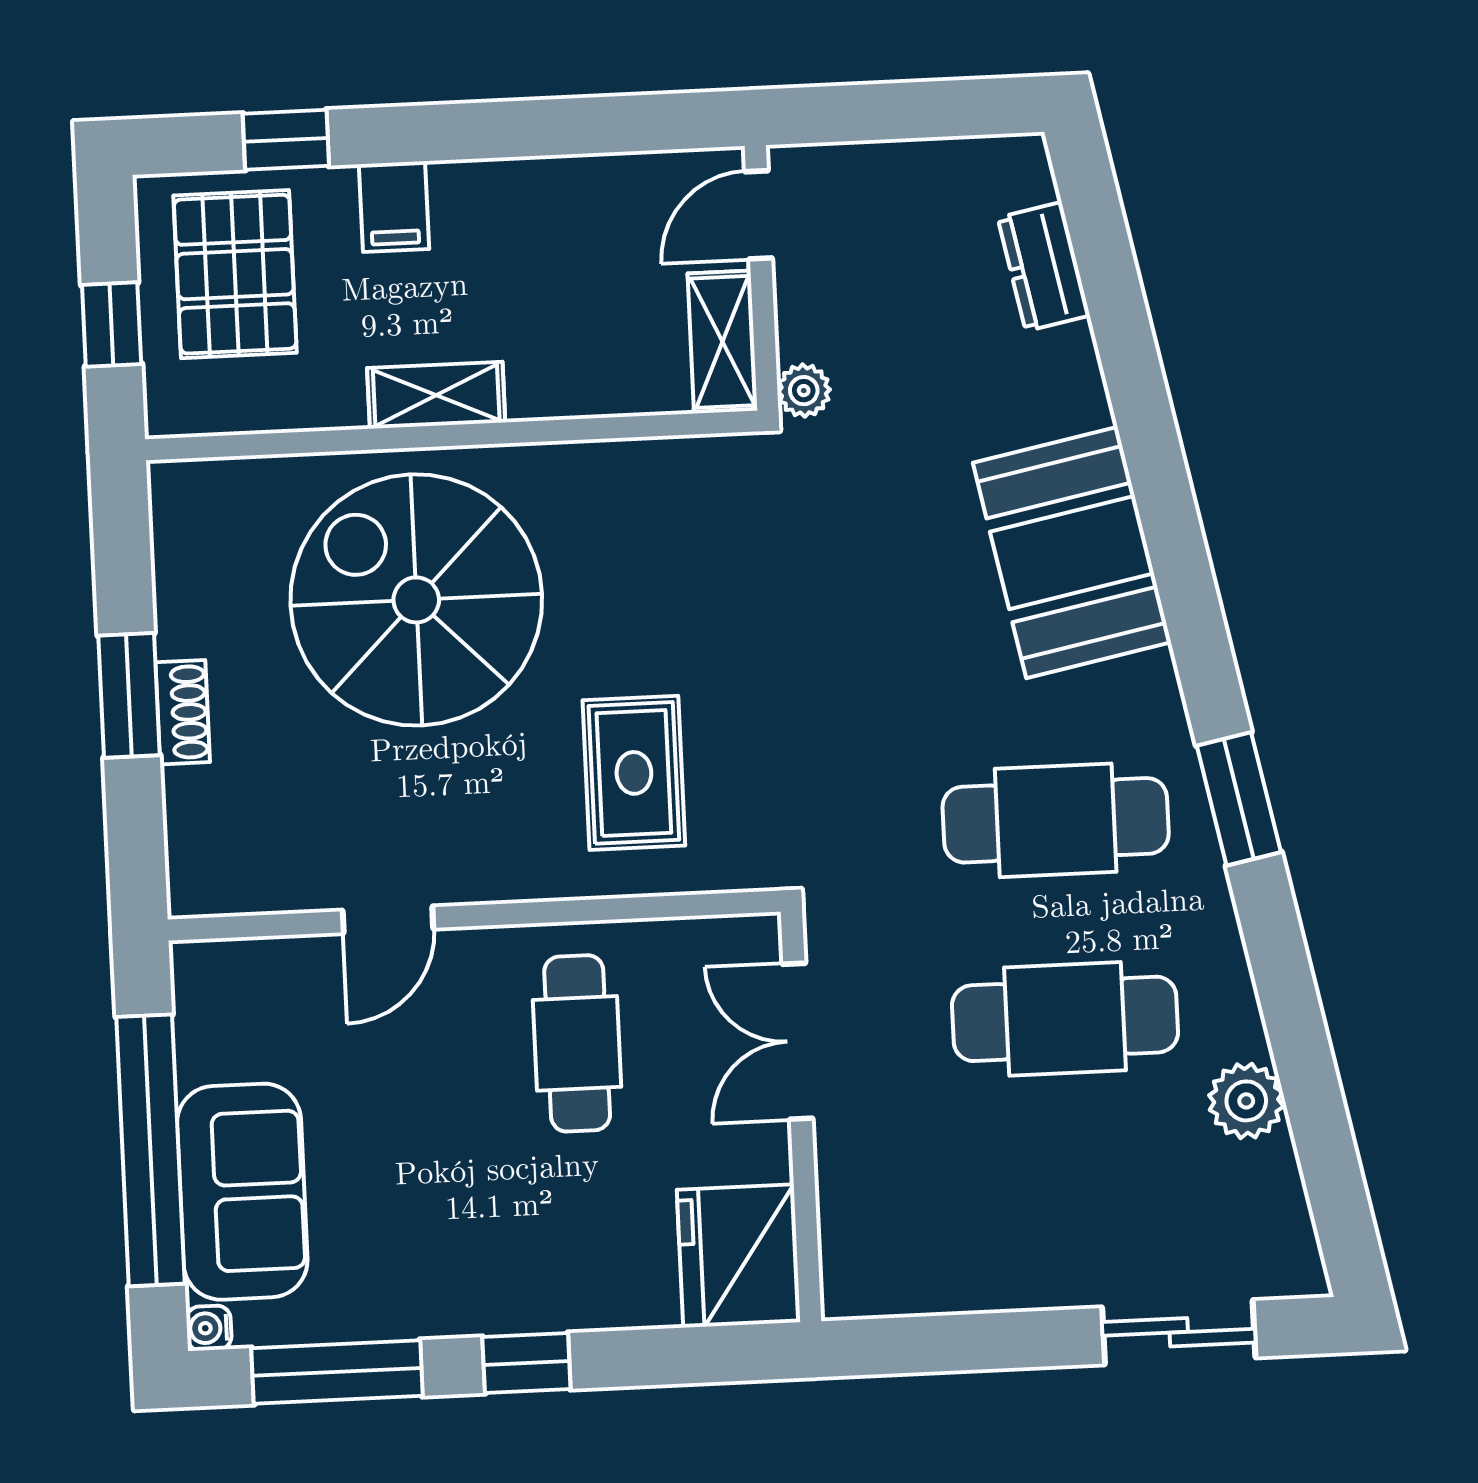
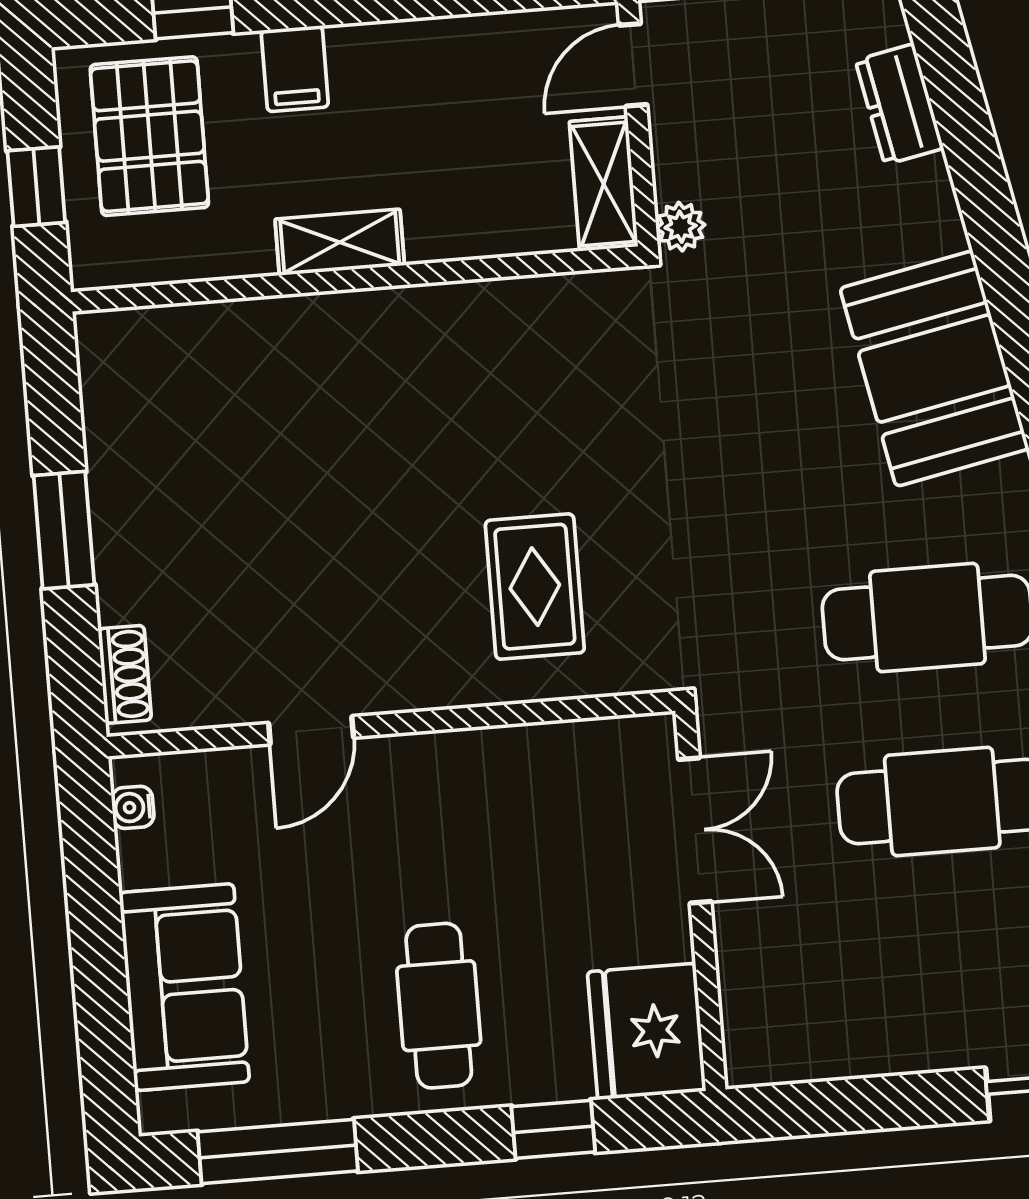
spiral stairs: (416, 600) -> (328, 433), removed
shoe rack: (183, 712) -> (125, 674), moved
double door: (798, 1041) -> (695, 830), swing flipped
cafe table: (577, 1043) -> (439, 1006), moved
window: (150, 1150) -> (98, 952), removed
water cooler: (209, 1328) -> (133, 807), moved
window: (526, 1363) -> (553, 1129), moved

